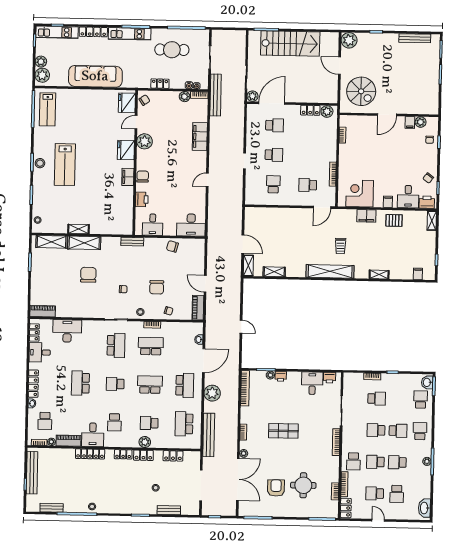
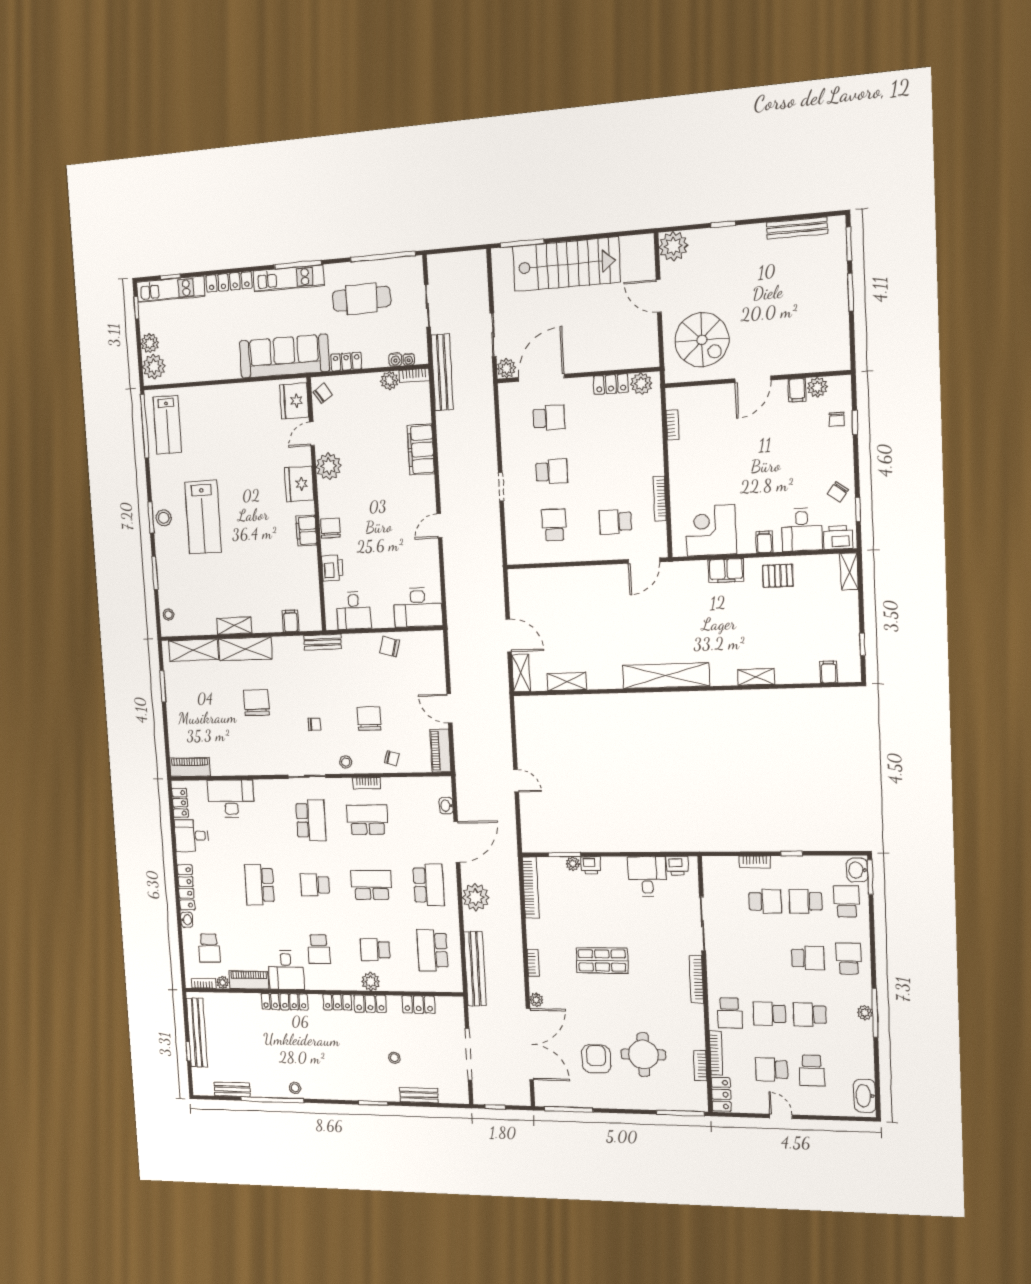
sofa: (95, 76) -> (284, 356), moved
filing cabinet: (114, 228) -> (291, 621), added
trolley: (341, 246) -> (682, 629), removed
chair: (157, 287) -> (369, 719), turned 180
school desk: (376, 430) -> (806, 901), moved

